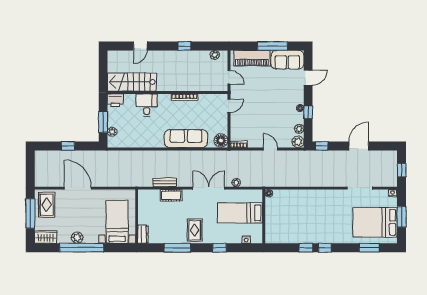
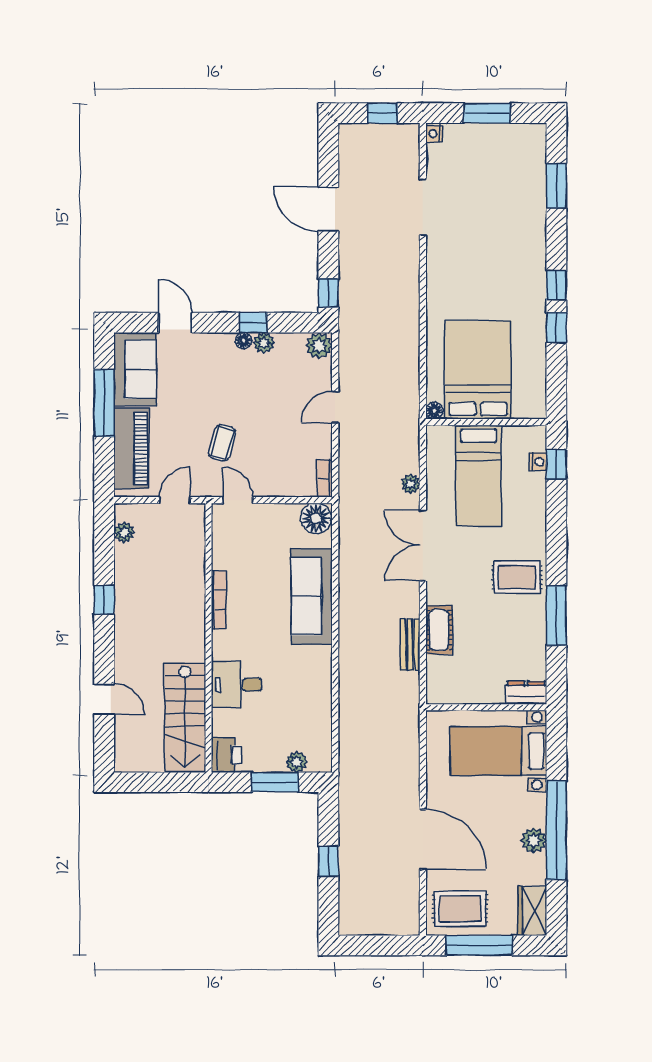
coffee table: (255, 99) -> (222, 443), added
plant: (299, 129) -> (264, 343), moved
door: (78, 188) -> (423, 839), swing flipped
bed: (375, 222) -> (478, 370), moved, turned 180
window: (219, 248) -> (556, 464), moved

